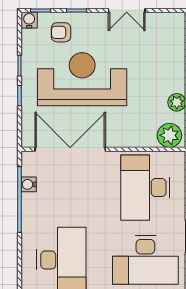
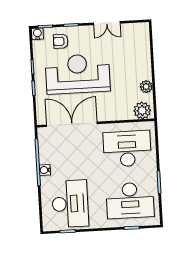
water cooler: (29, 184) -> (45, 170), moved
desk: (145, 188) -> (127, 149), turned 90

